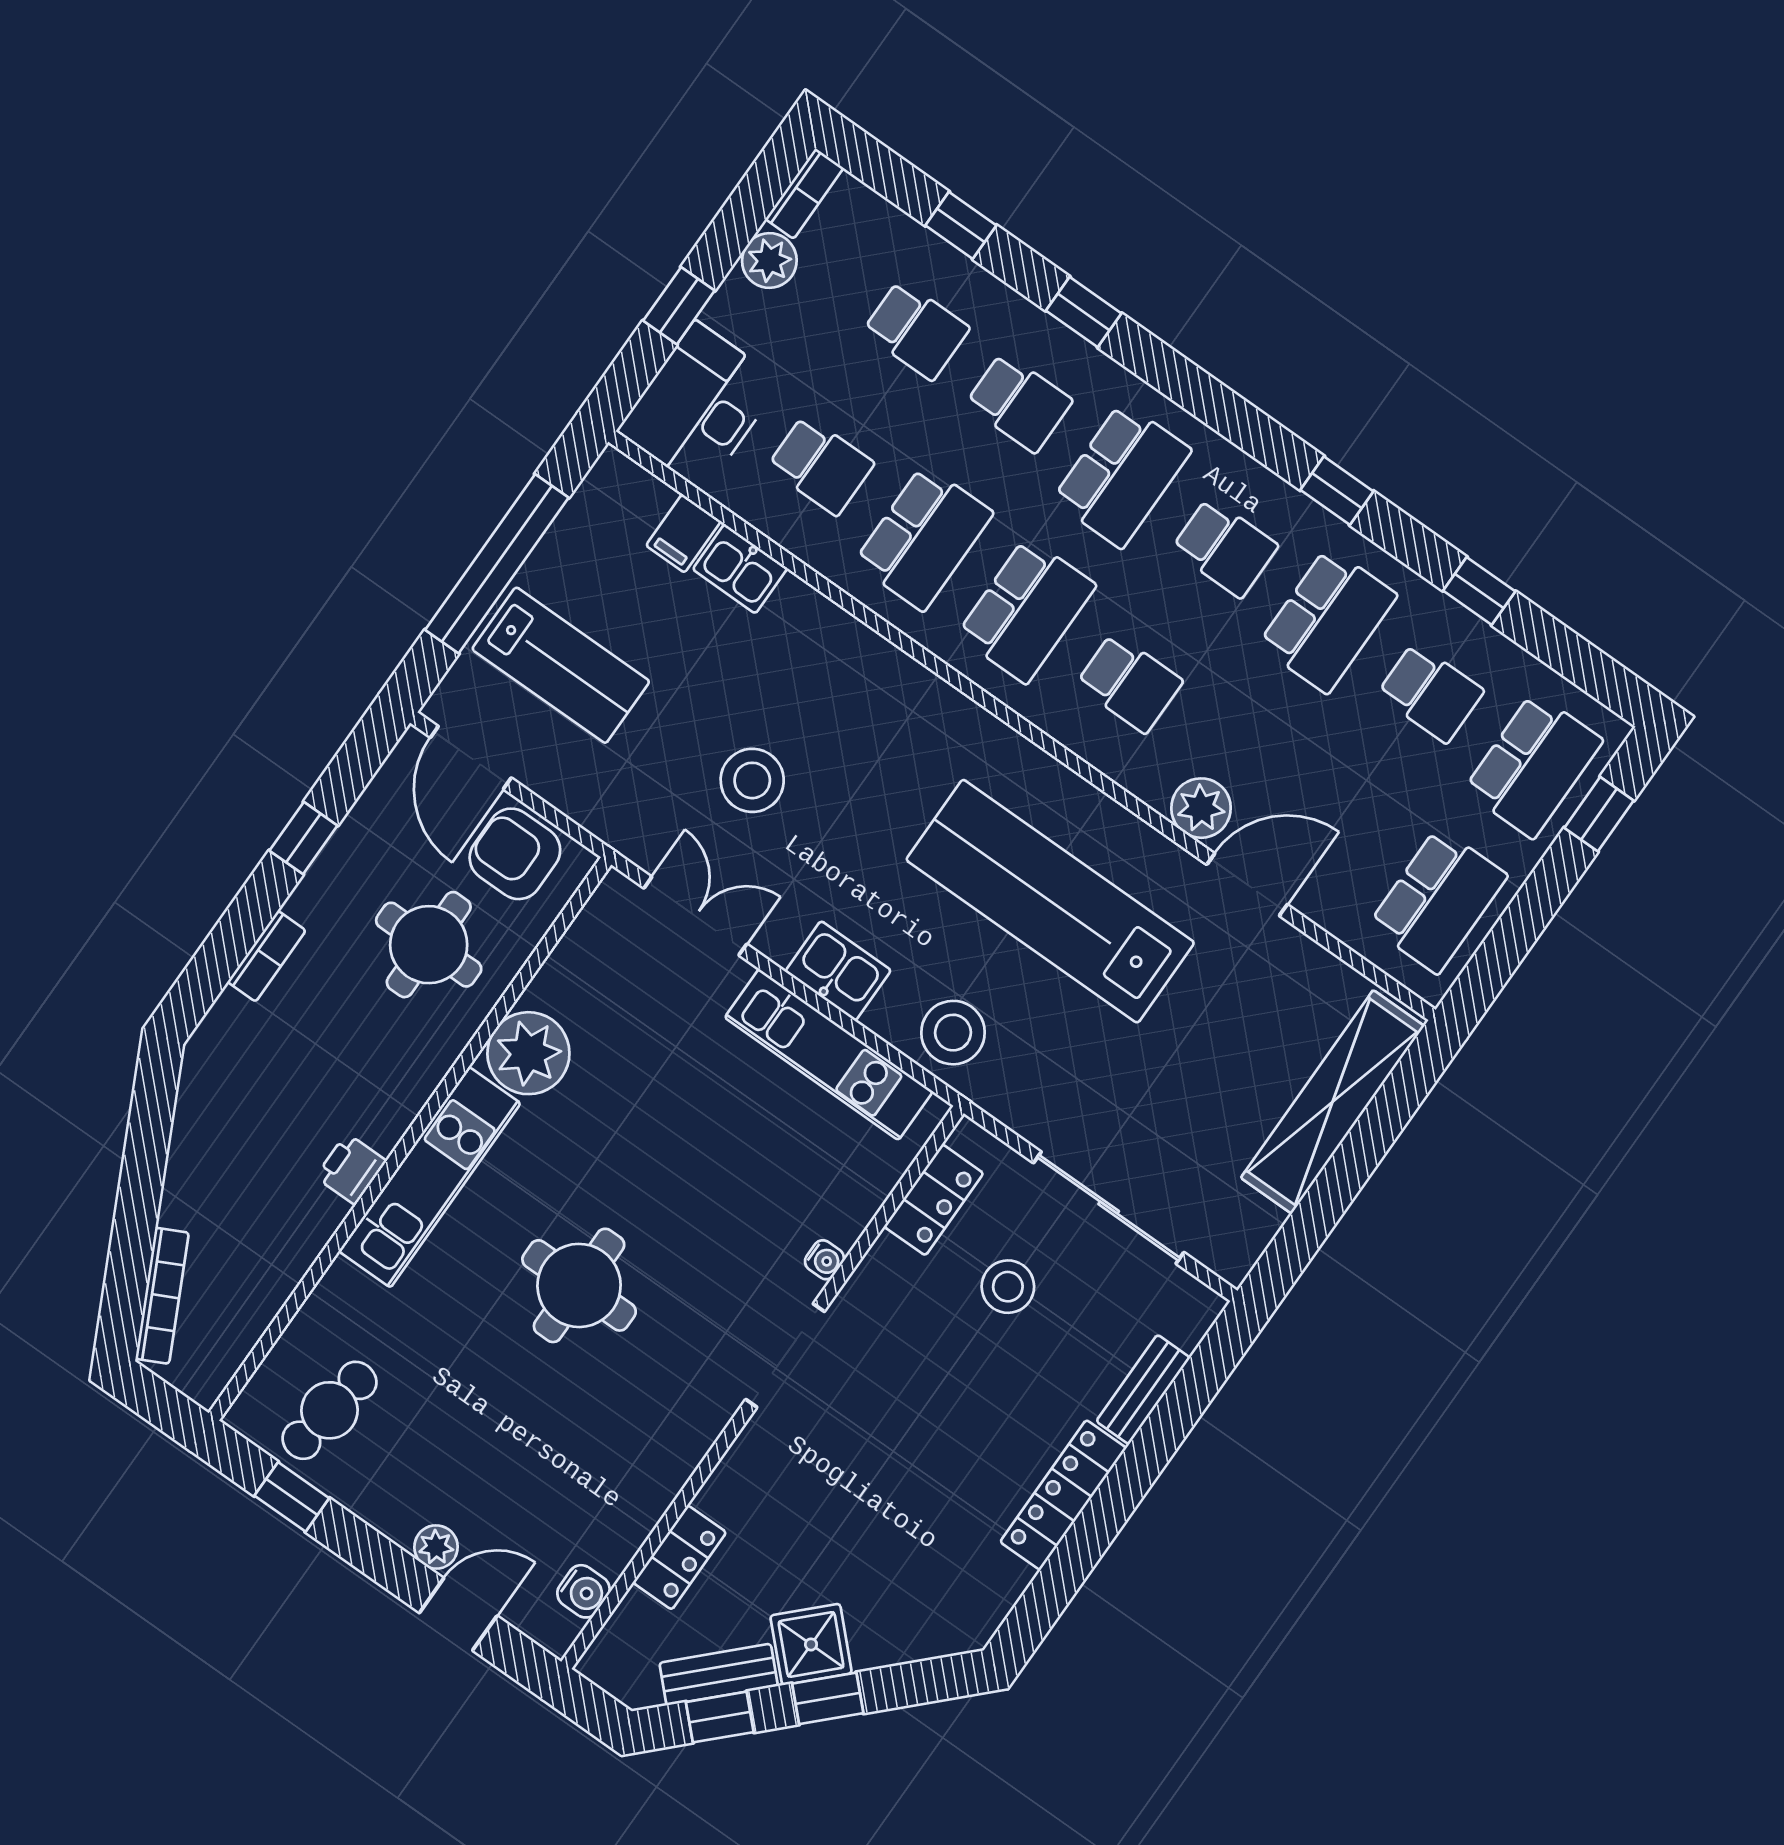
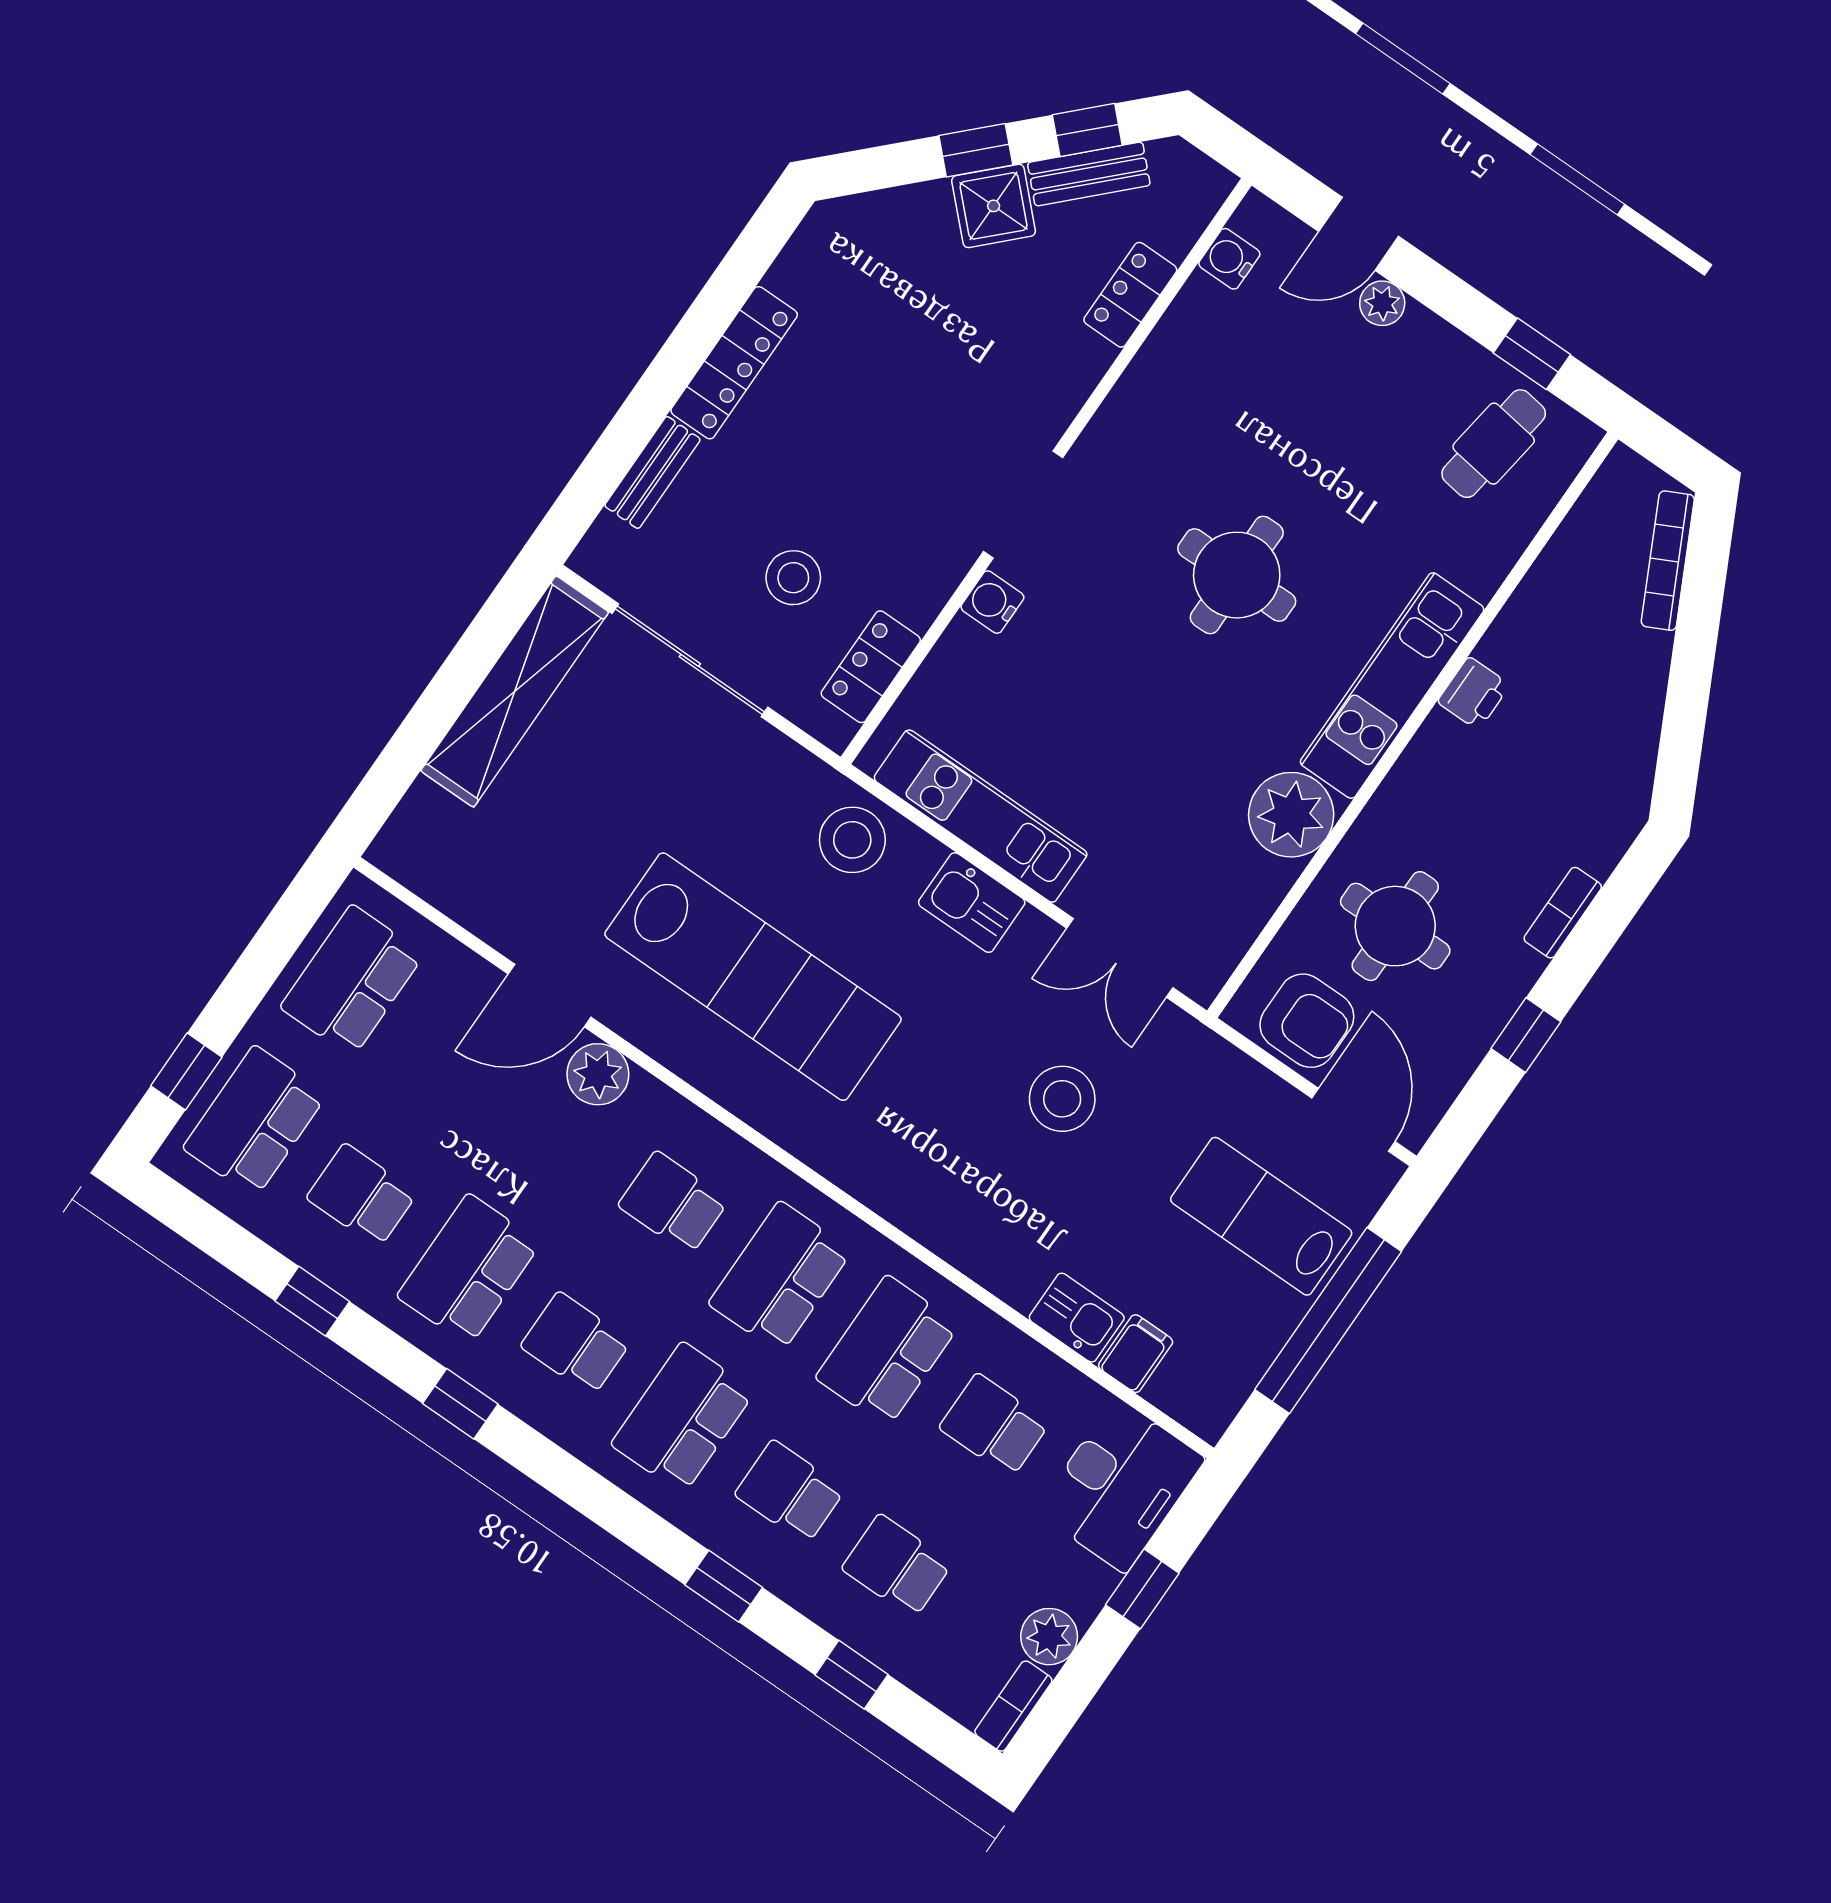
shelving: (1333, 1102) -> (515, 691), moved
water cooler: (824, 1260) -> (992, 602), width x1.38, depth x1.38

